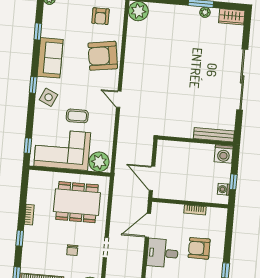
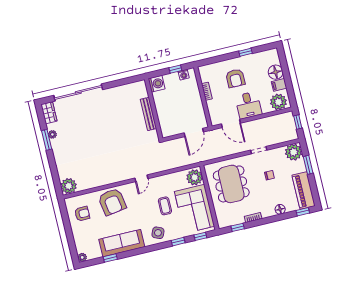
sofa: (50, 58) -> (122, 243), width x1.36
sliding door: (242, 79) -> (78, 92), moved
window: (33, 85) -> (178, 242), moved
bench: (214, 135) -> (148, 114), moved
window: (20, 238) -> (238, 227), moved
floor lamp: (28, 249) -> (280, 209), added

